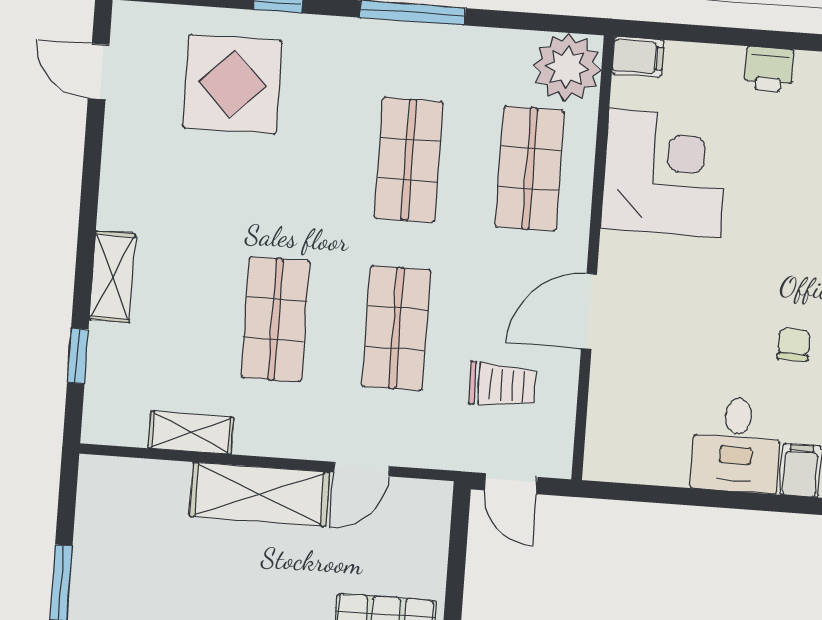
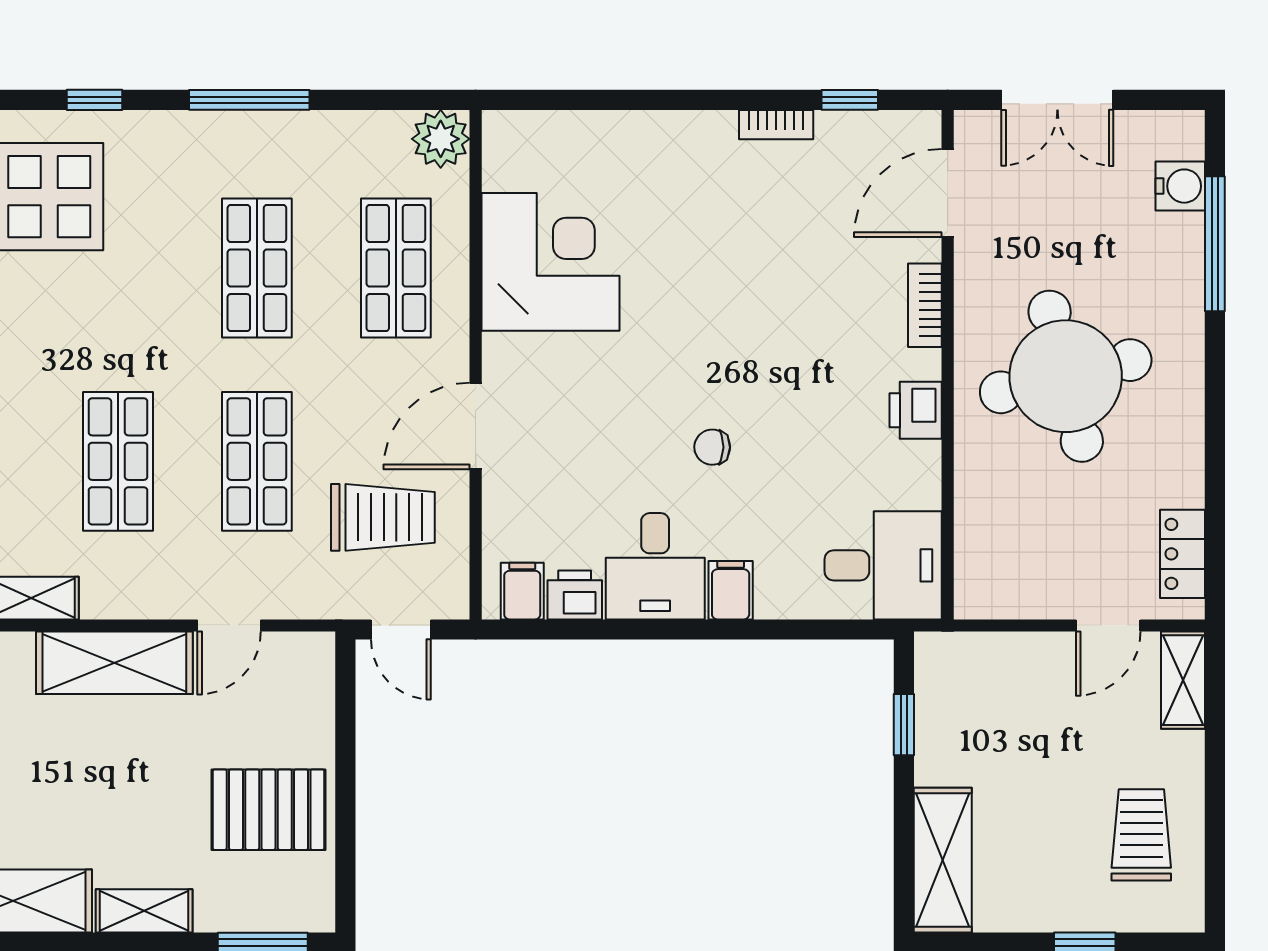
filing cabinet: (638, 57) -> (522, 591), moved, turned -90
plant: (567, 67) -> (441, 139), width x0.73, depth x0.73
printer: (769, 69) -> (575, 595), moved, turned 180
chair: (794, 345) -> (712, 447), turned -89
trolley: (502, 385) -> (383, 517), width x1.36, depth x1.39

